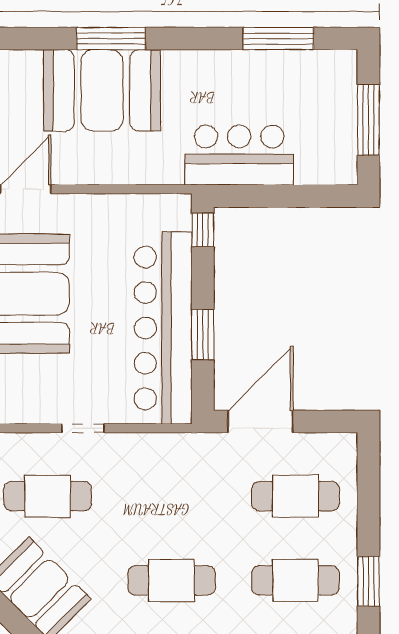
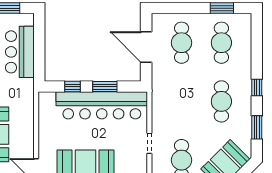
bar counter: (239, 155) -> (20, 52), moved
window: (203, 230) -> (73, 87), moved
door: (260, 422) -> (146, 47), moved

